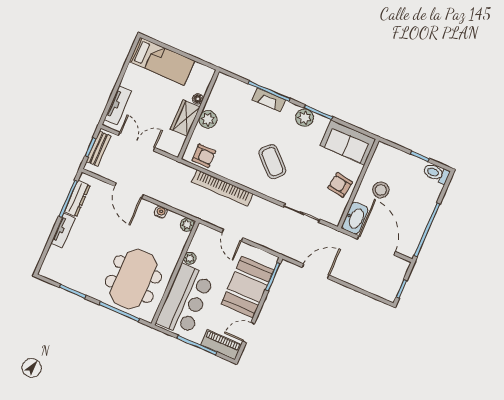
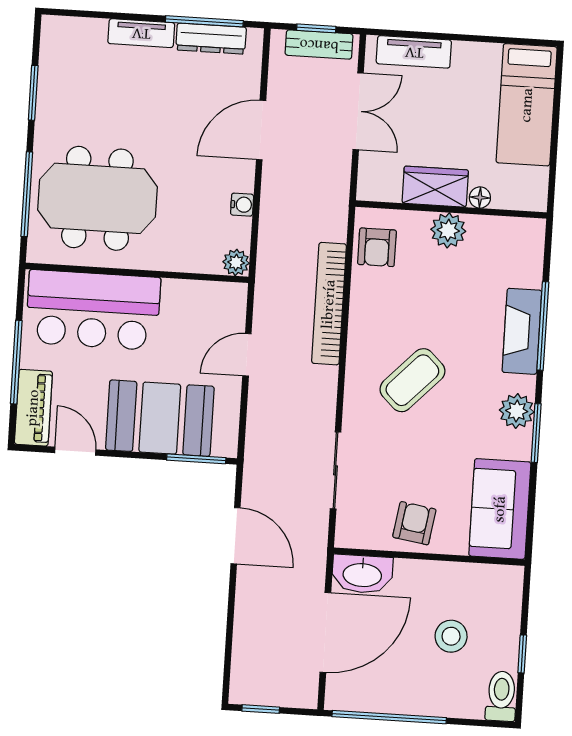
fireplace: (269, 100) -> (522, 331), width x1.37, depth x1.32
stool: (381, 190) -> (451, 636), moved
plant: (190, 258) -> (175, 290), removed

